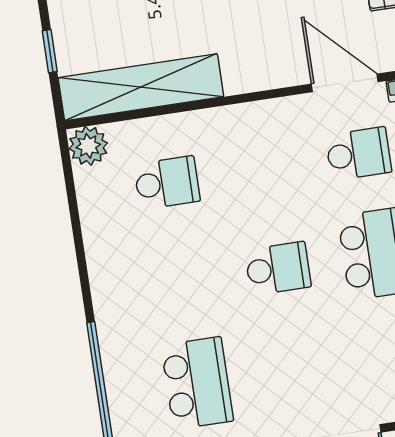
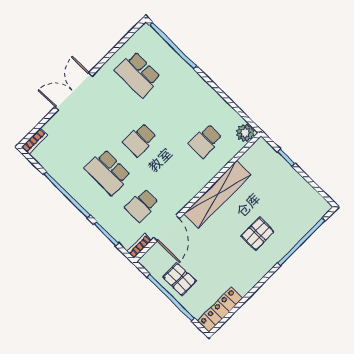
door: (345, 83) -> (167, 228), hinge flipped
shelving: (141, 87) -> (217, 194), moved

